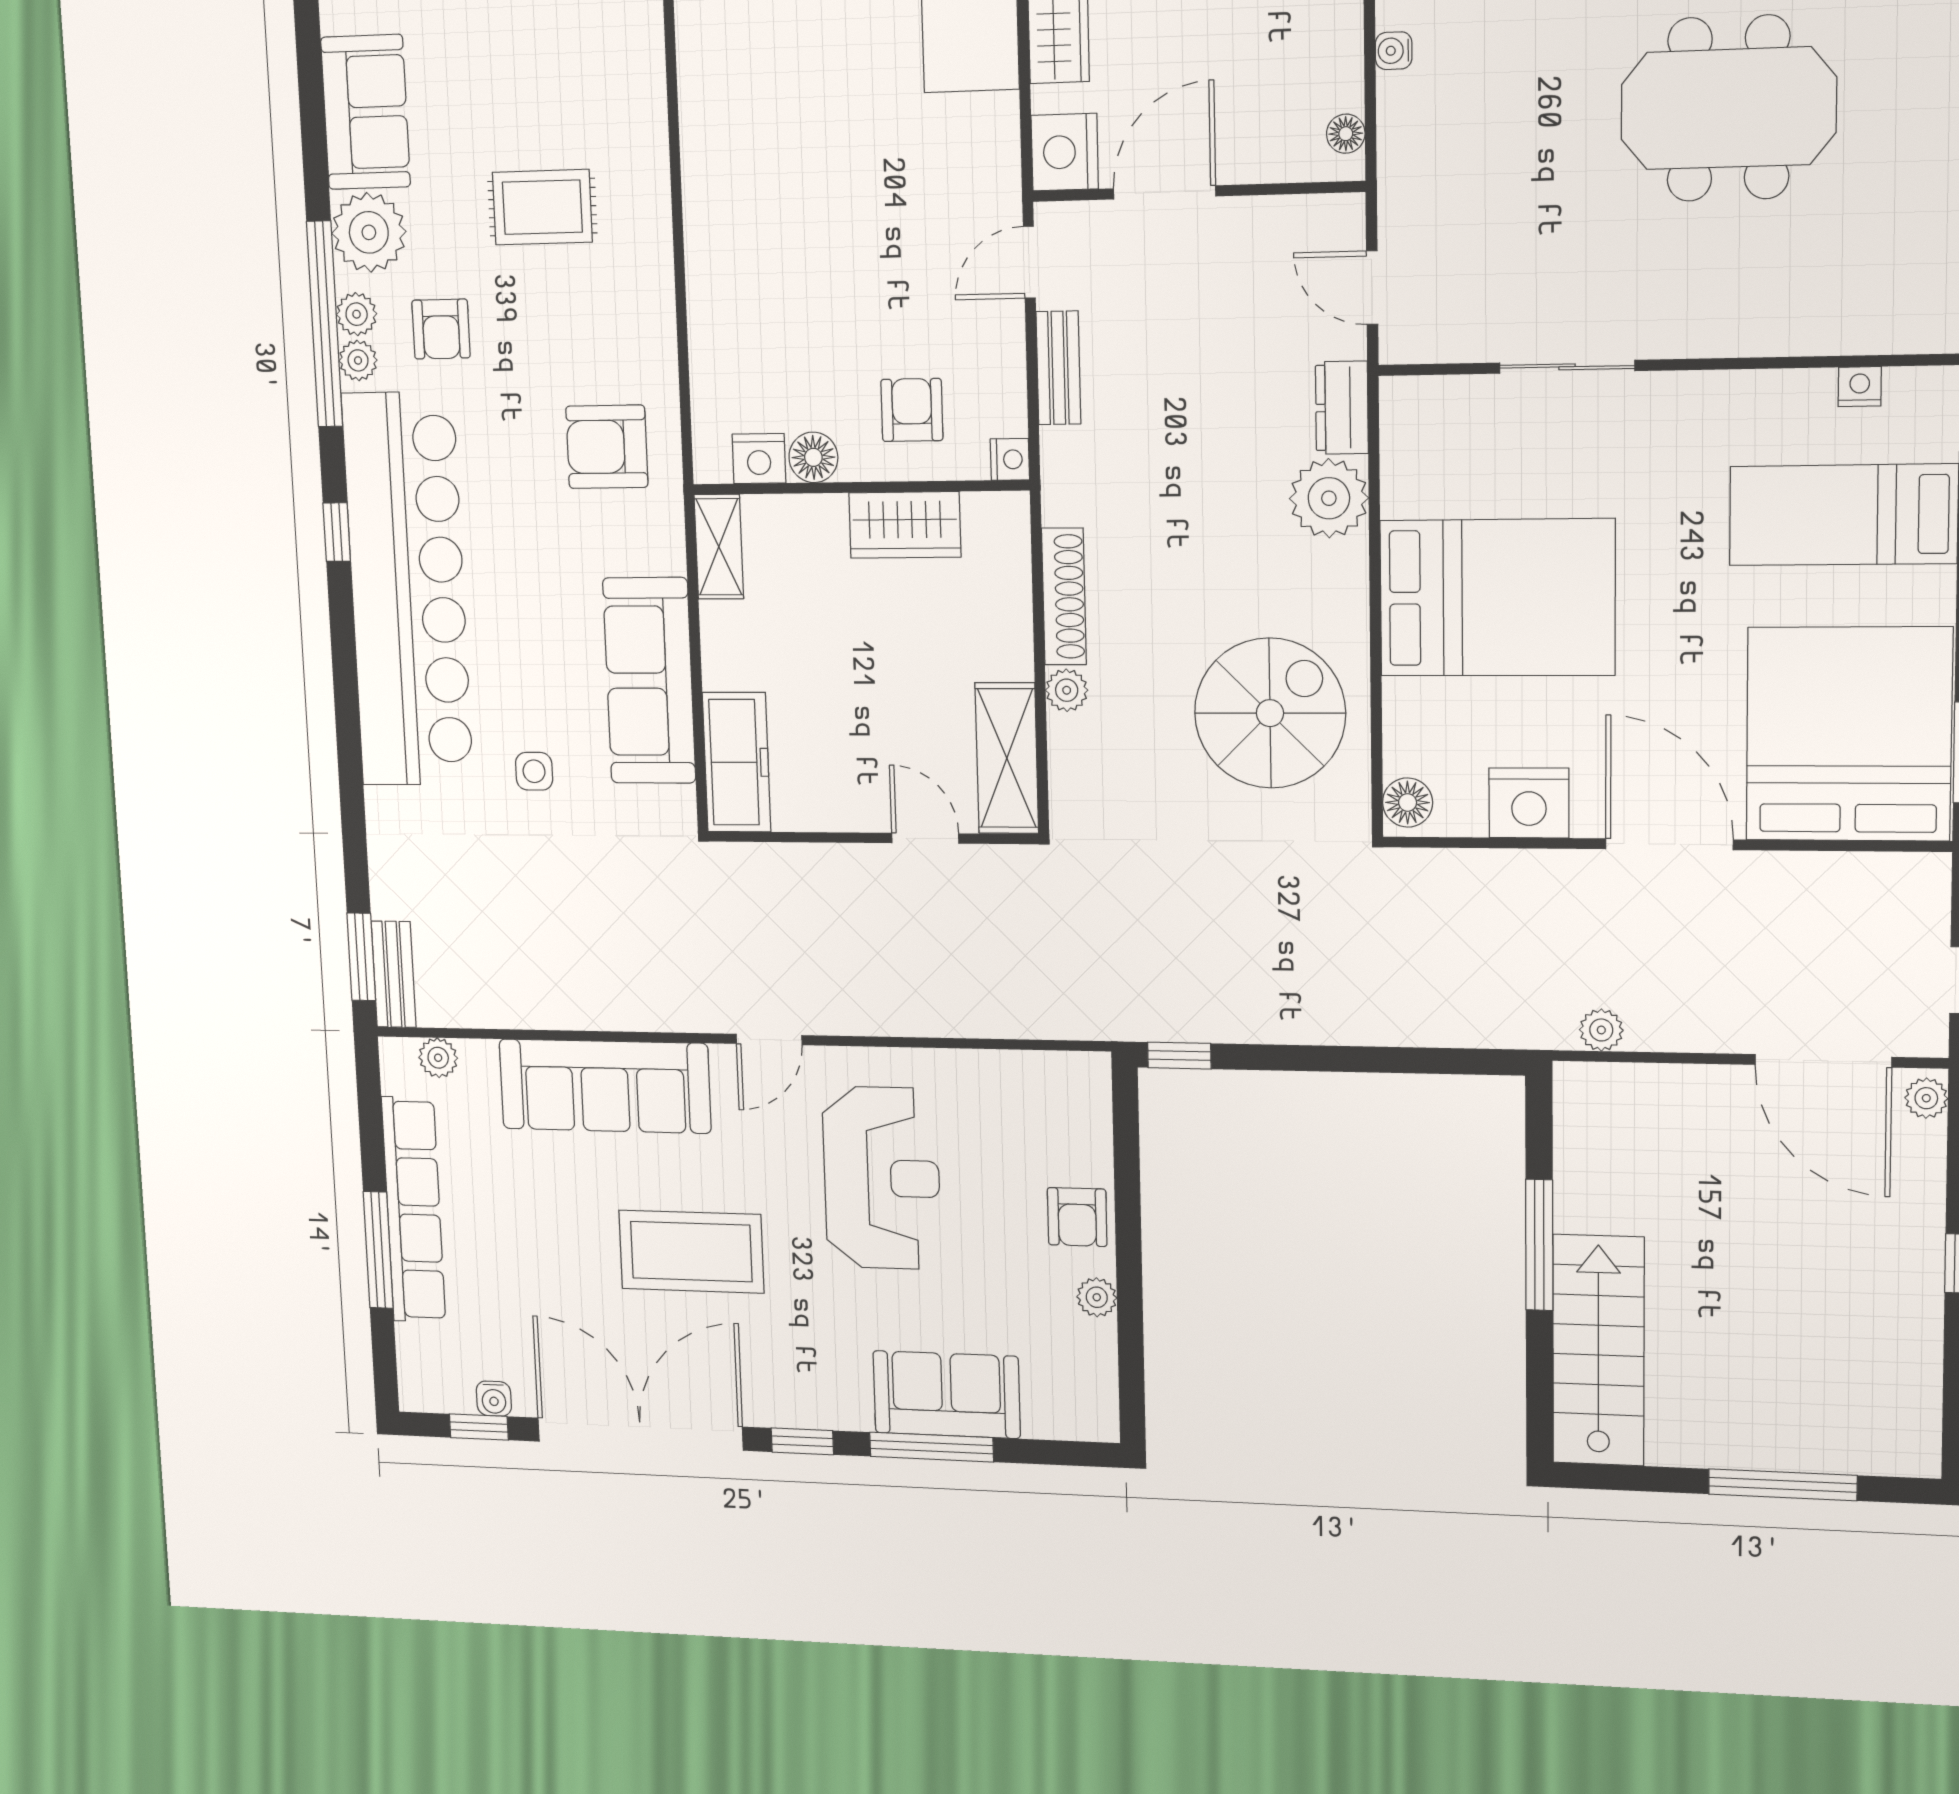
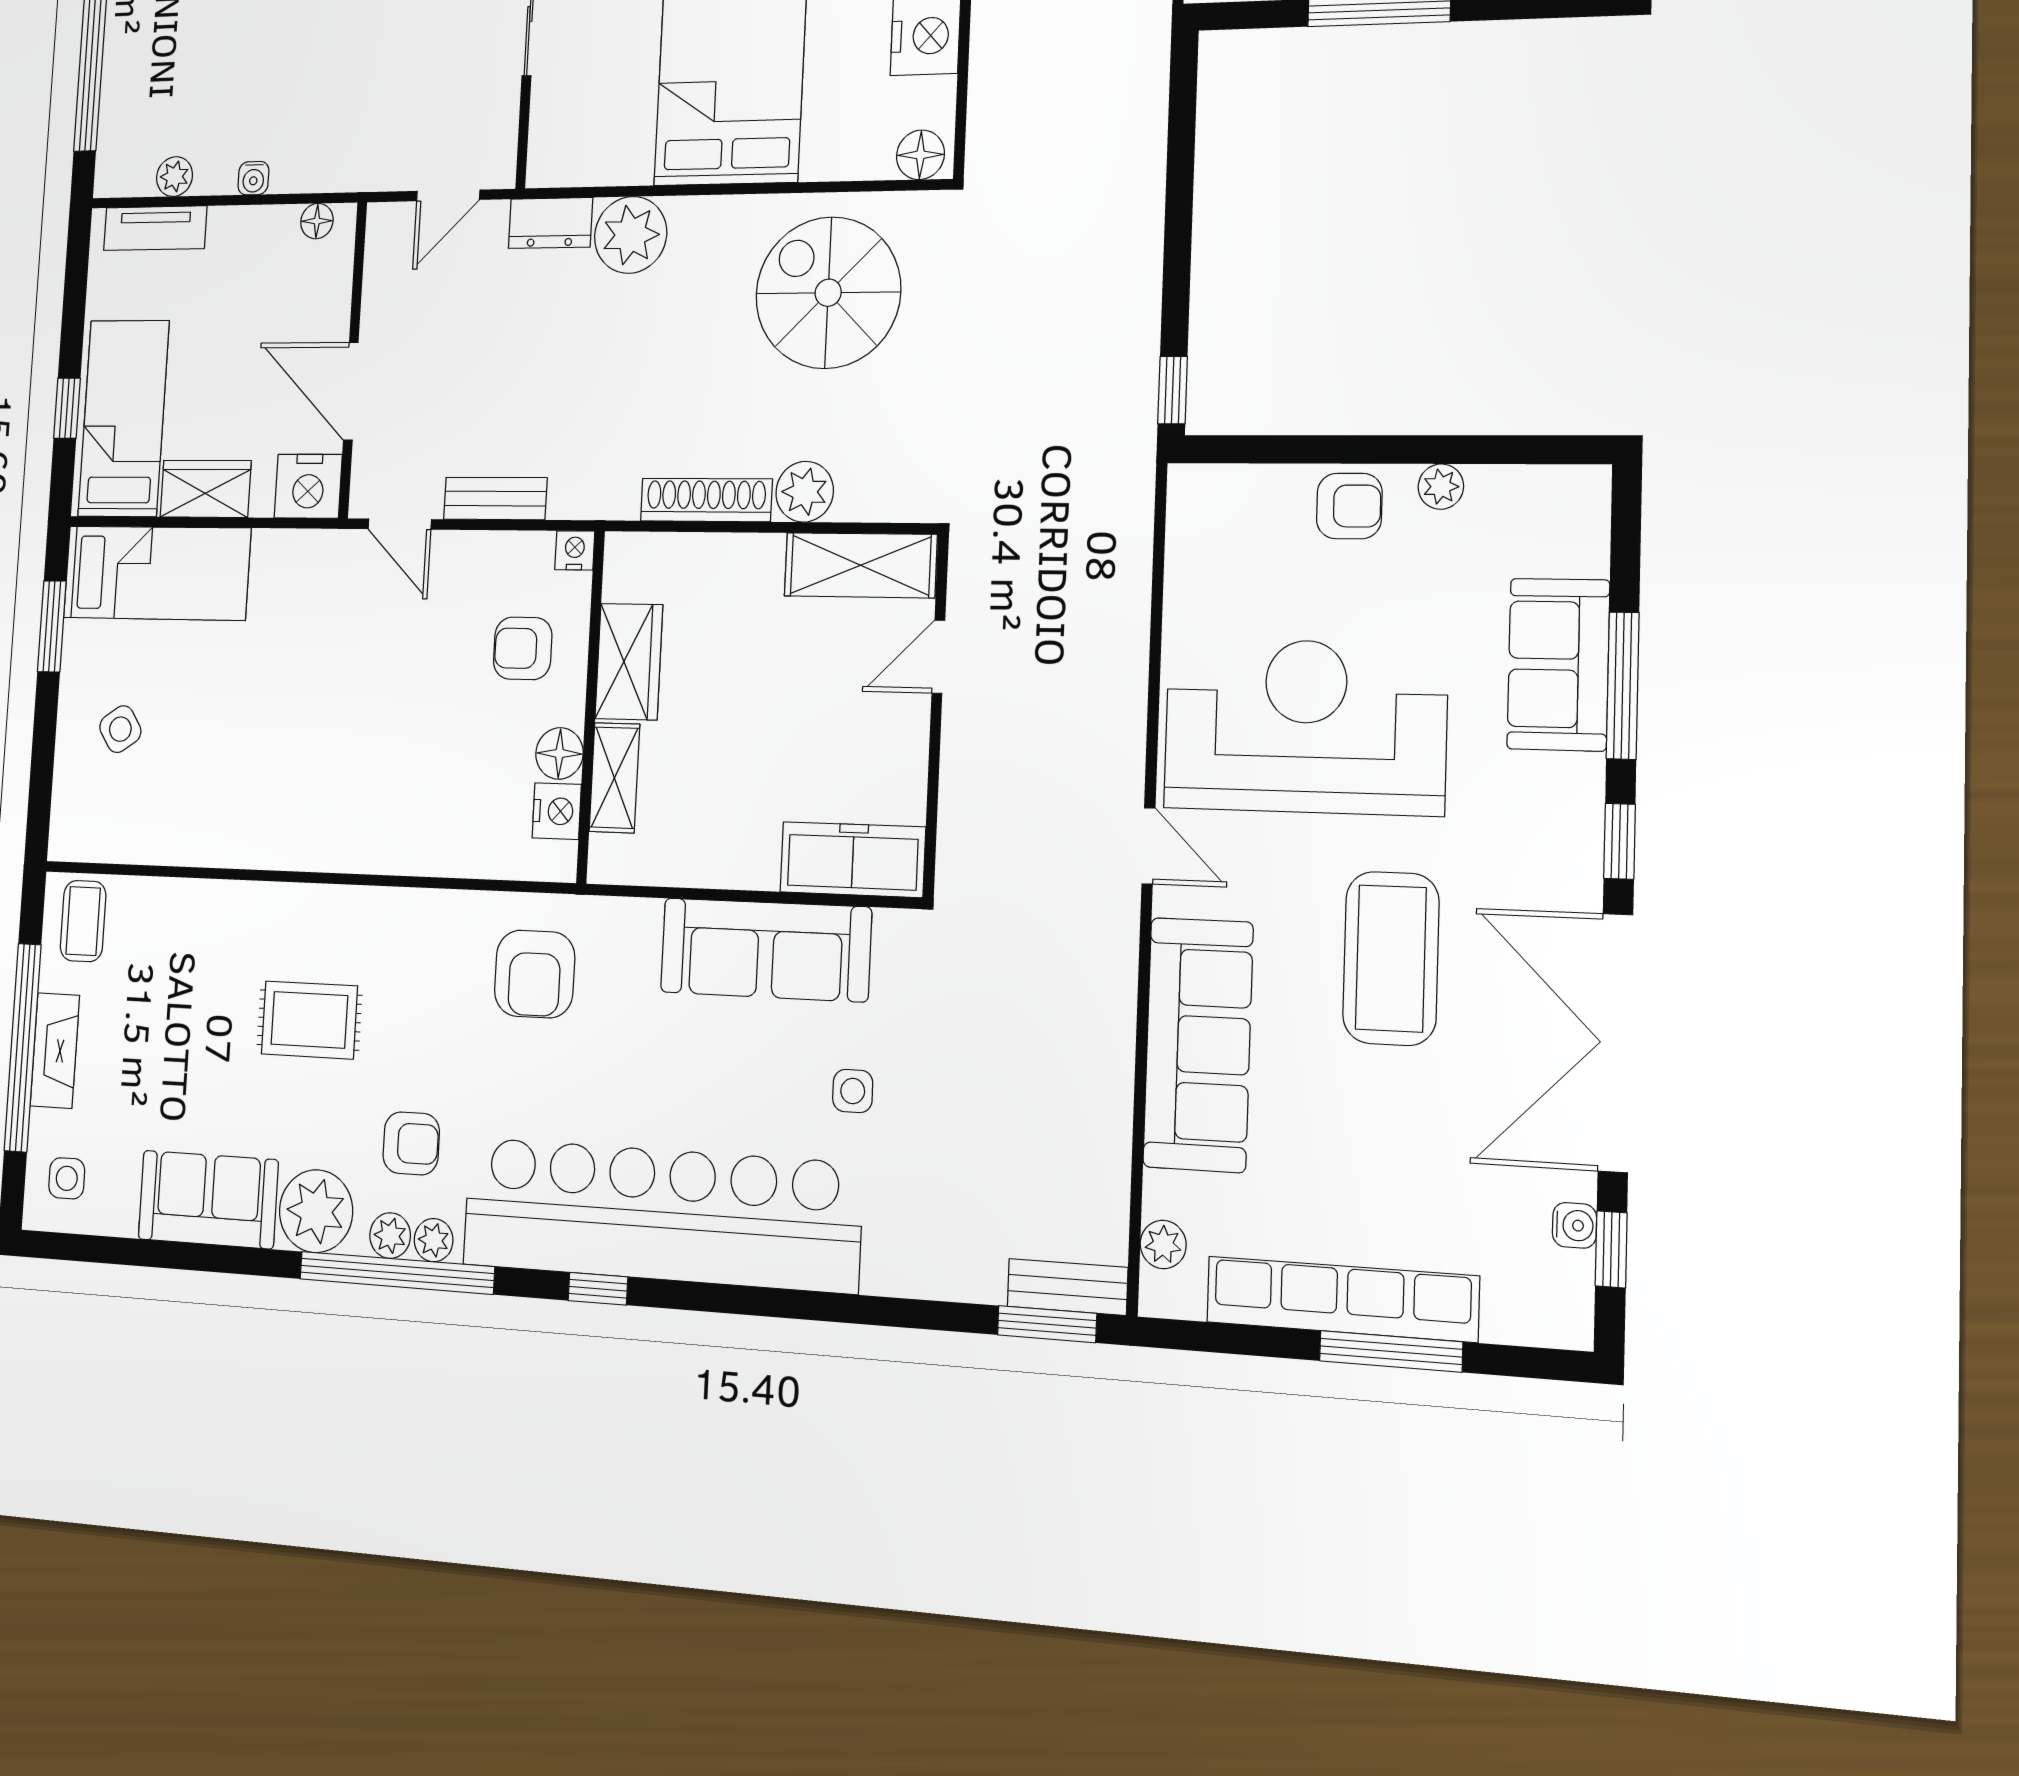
rug: (542, 207) -> (309, 1020), turned 90
shelving: (719, 547) -> (614, 778), moved, turned 90
plant: (1067, 690) -> (805, 492), width x1.38, depth x1.38
reception desk: (882, 1178) -> (1305, 726), width x1.36, depth x1.30

